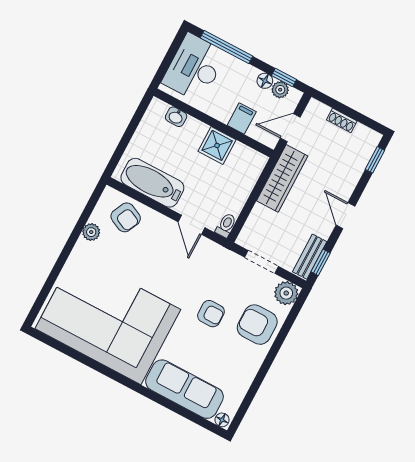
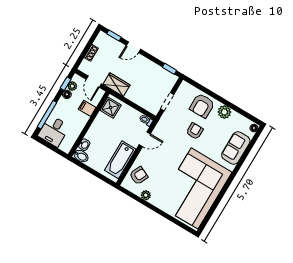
desk: (194, 68) -> (54, 131), width x0.73
bidet: (155, 112) -> (81, 156), added
shower: (217, 145) -> (111, 108), moved
wardrobe: (282, 178) -> (117, 85), width x0.67
door: (345, 216) -> (134, 47), moved
bench: (310, 257) -> (166, 75), removed
plant: (286, 293) -> (224, 112), moved
sofa: (184, 389) -> (236, 148), width x0.73

